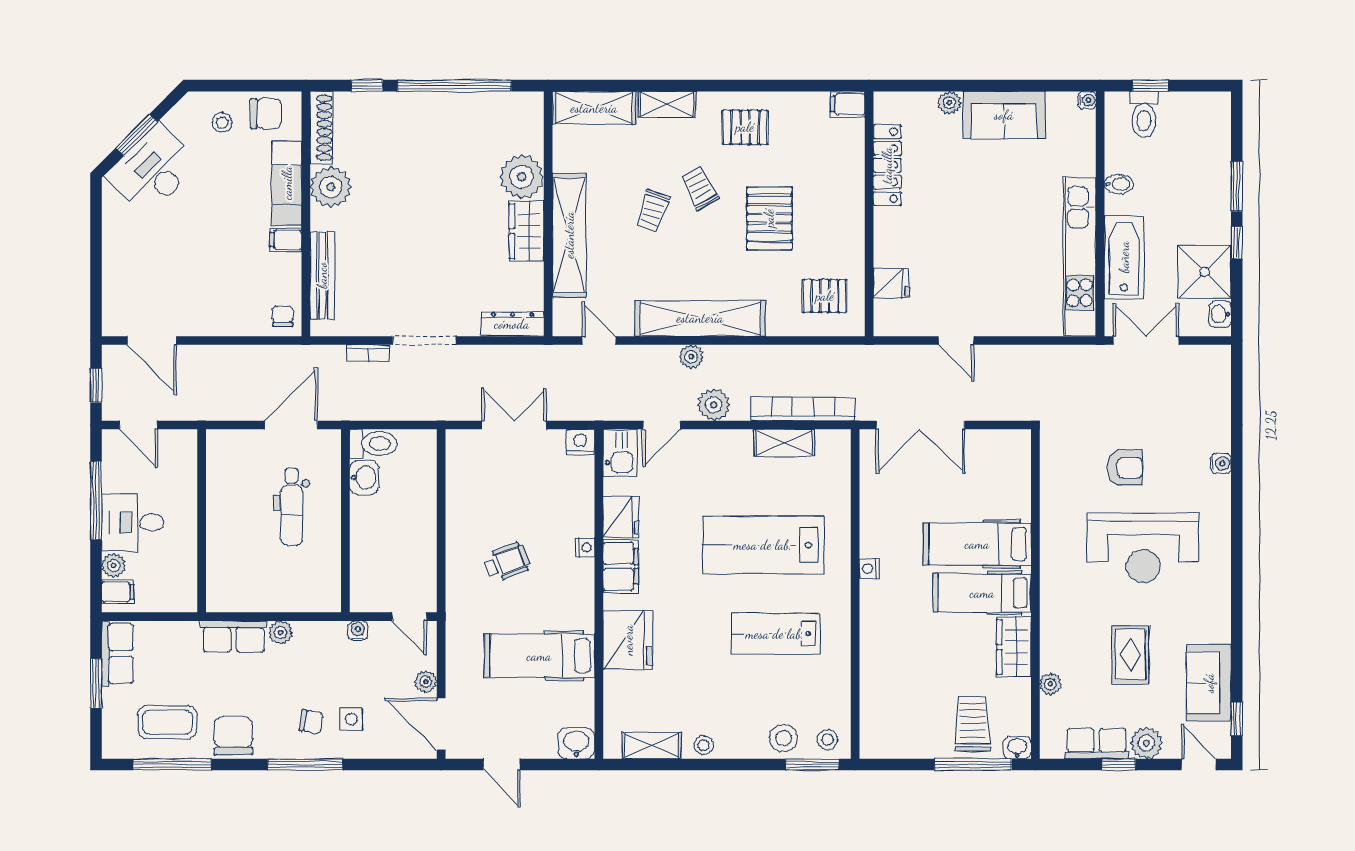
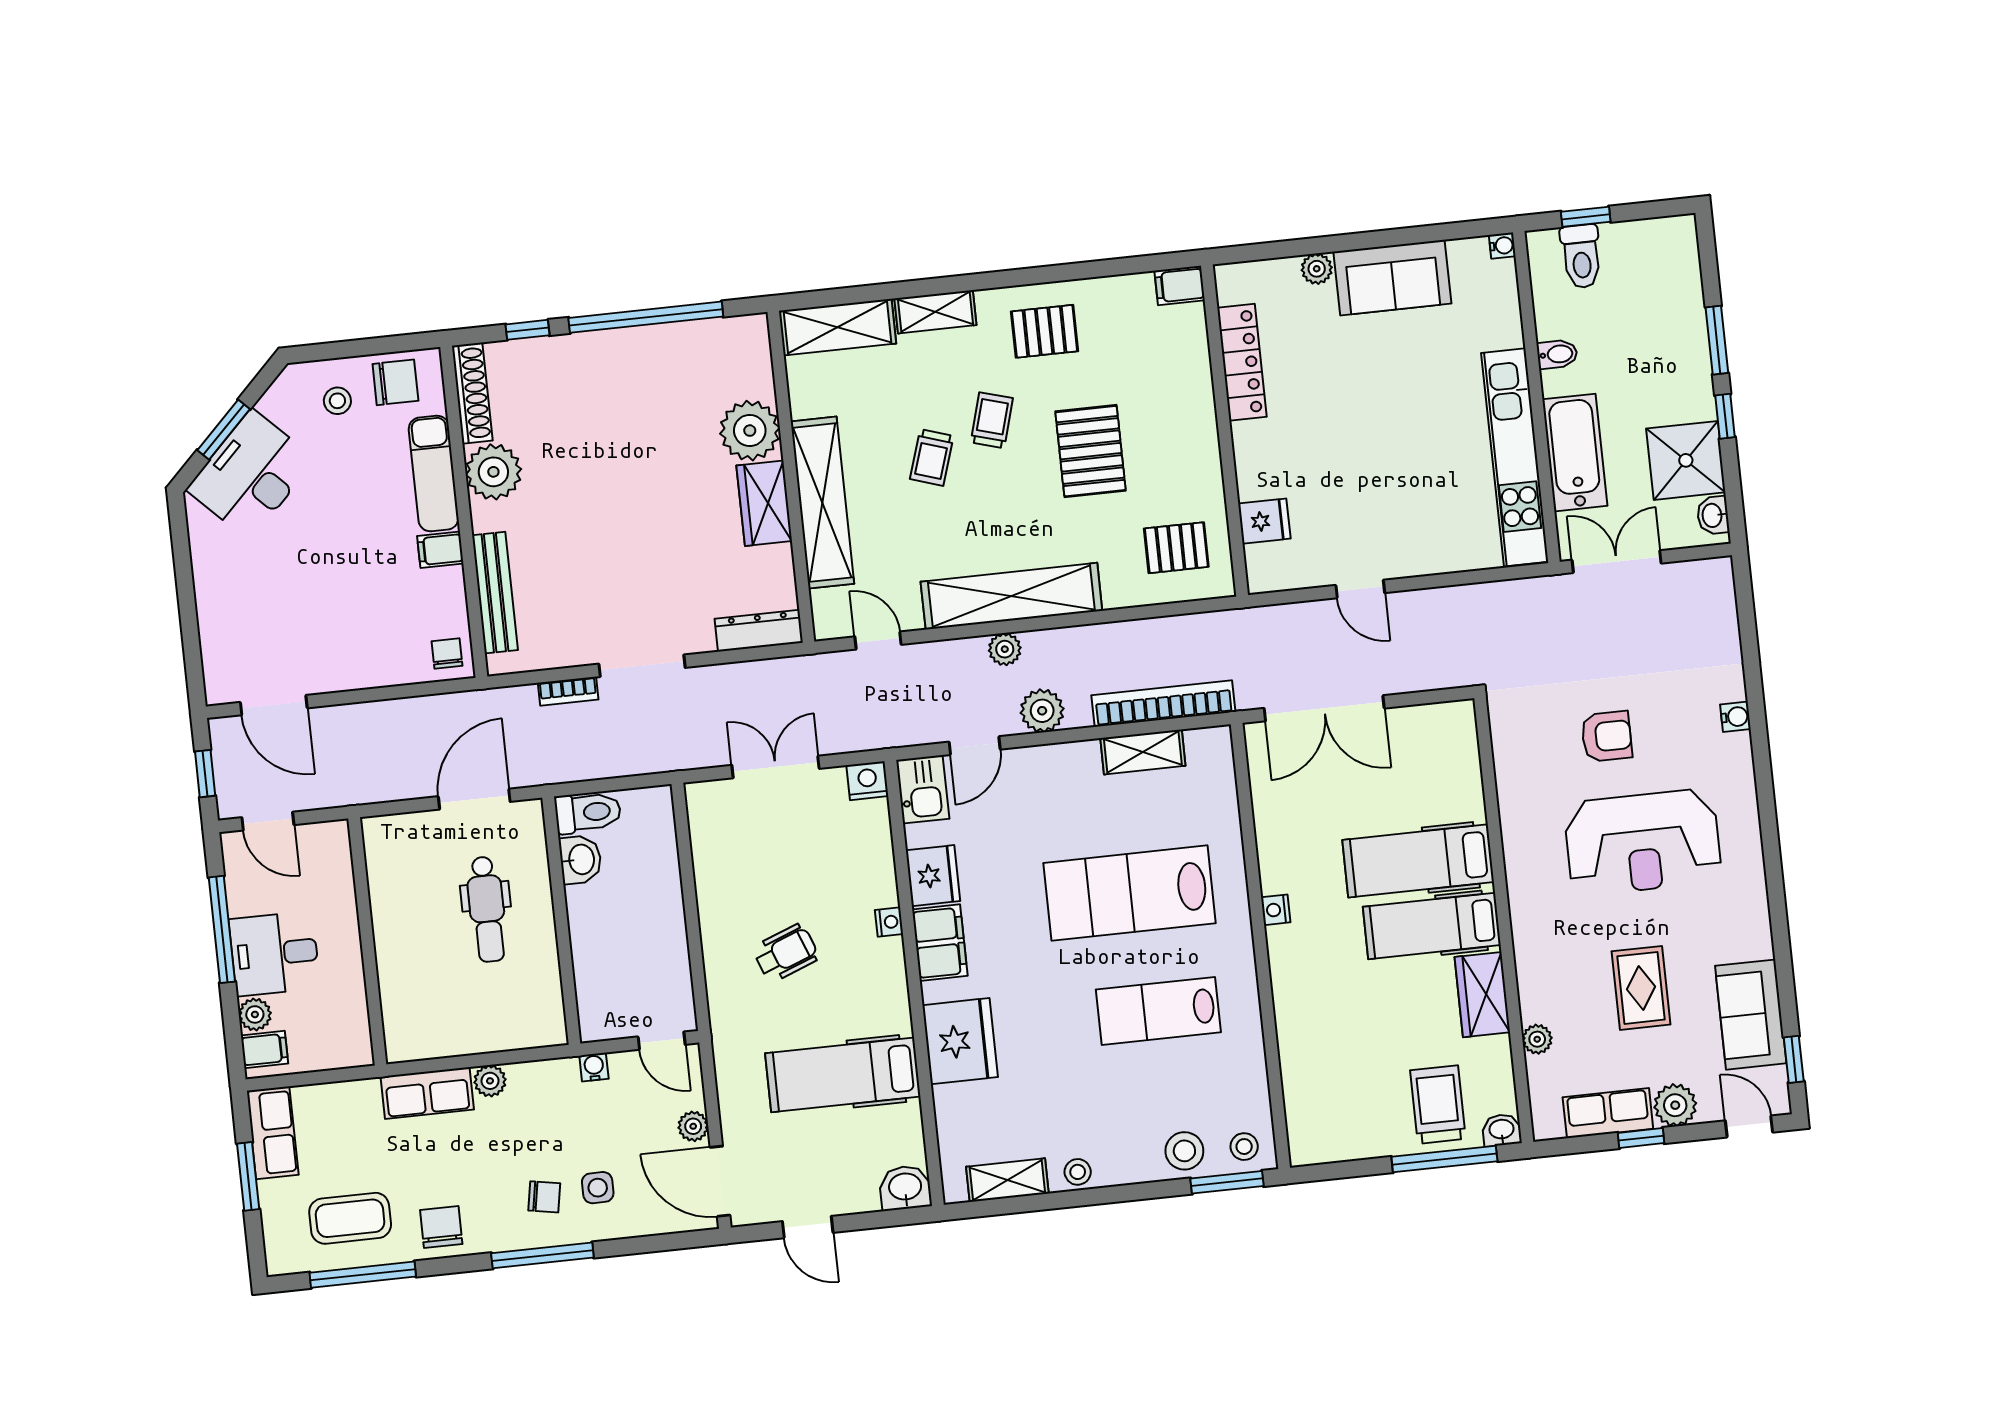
trolley: (700, 188) -> (992, 420), turned 44
chair: (233, 736) -> (441, 1227), width x0.73, depth x0.73

